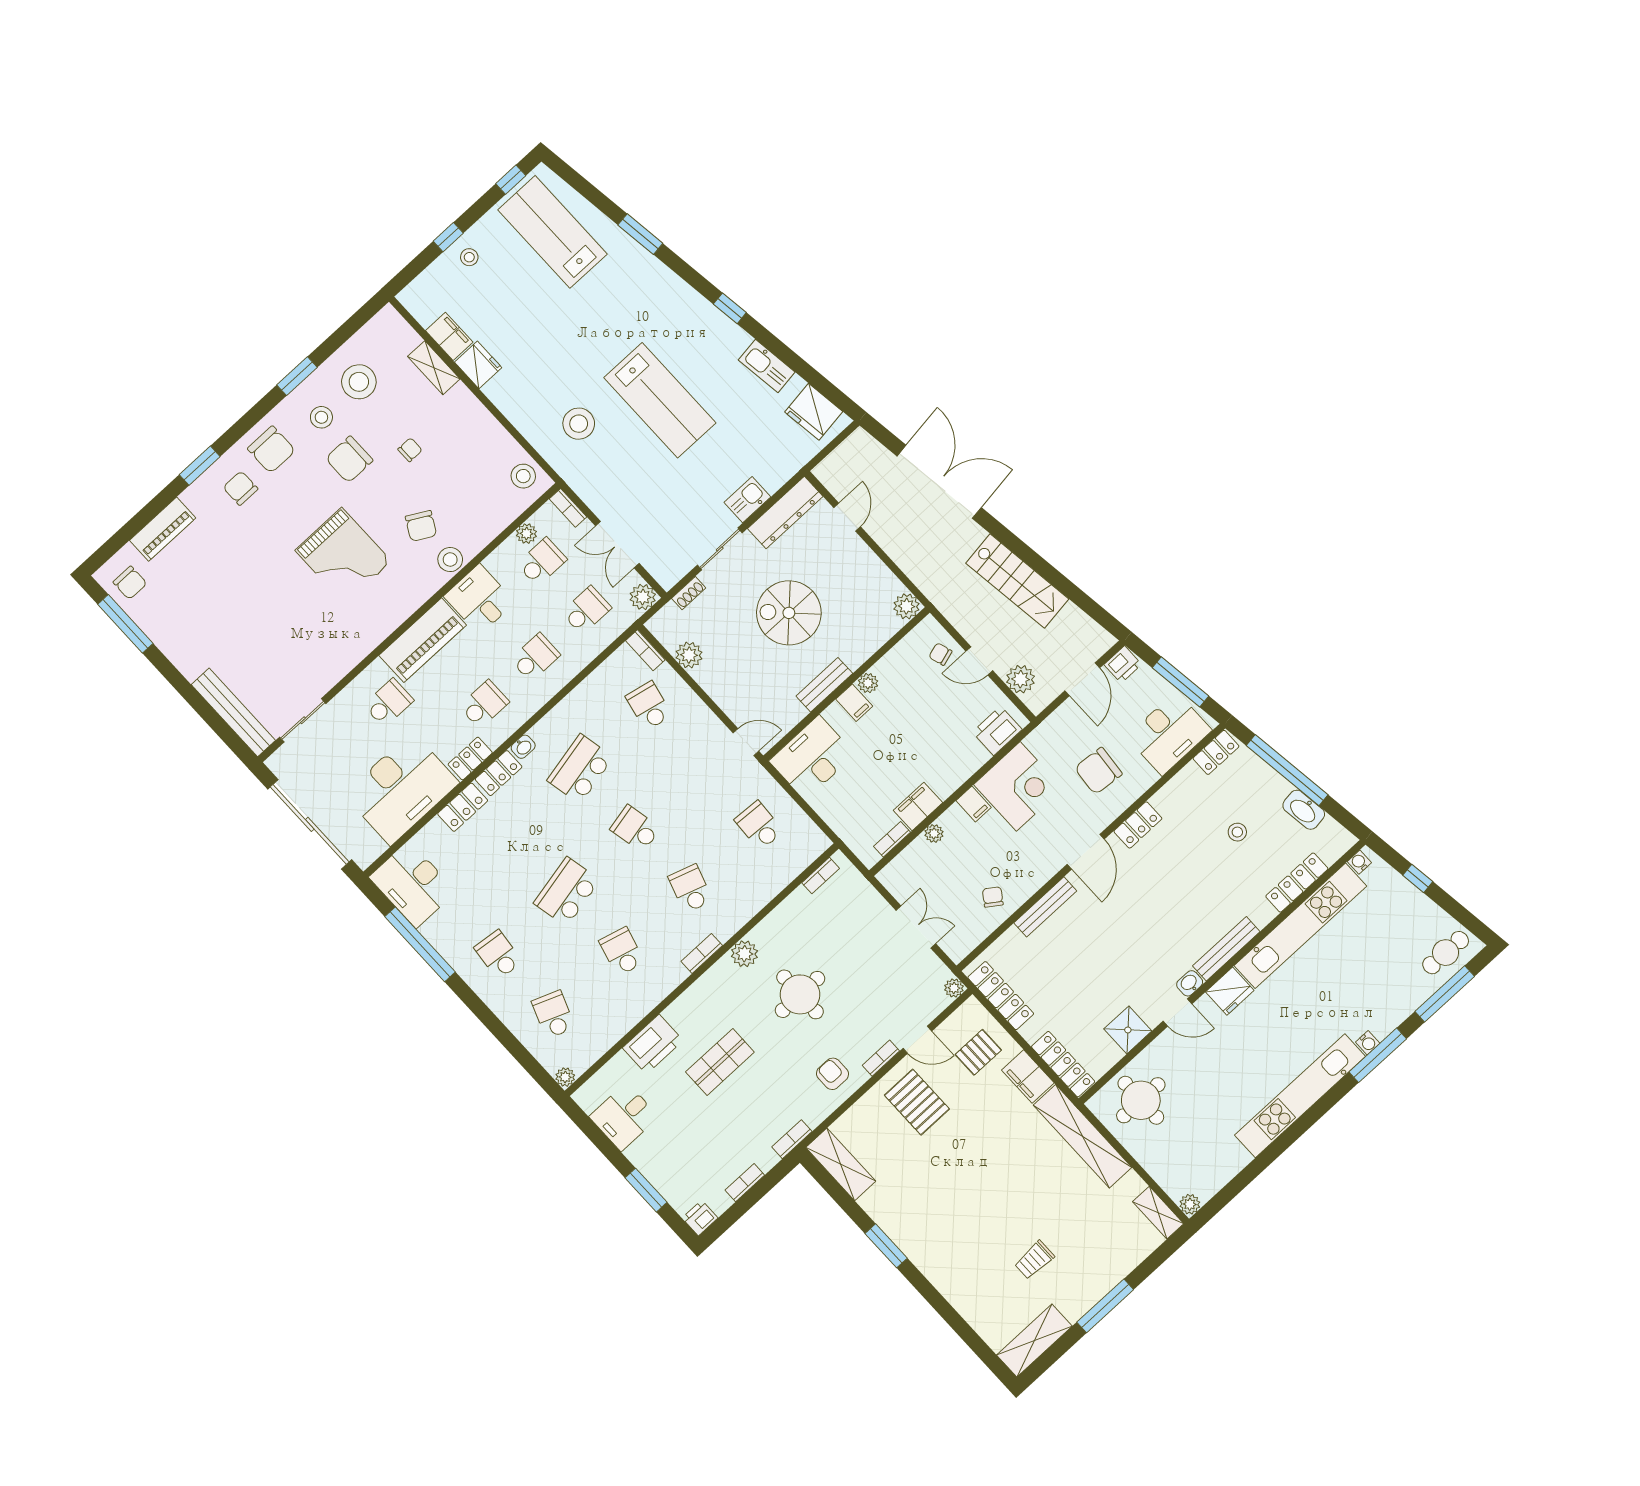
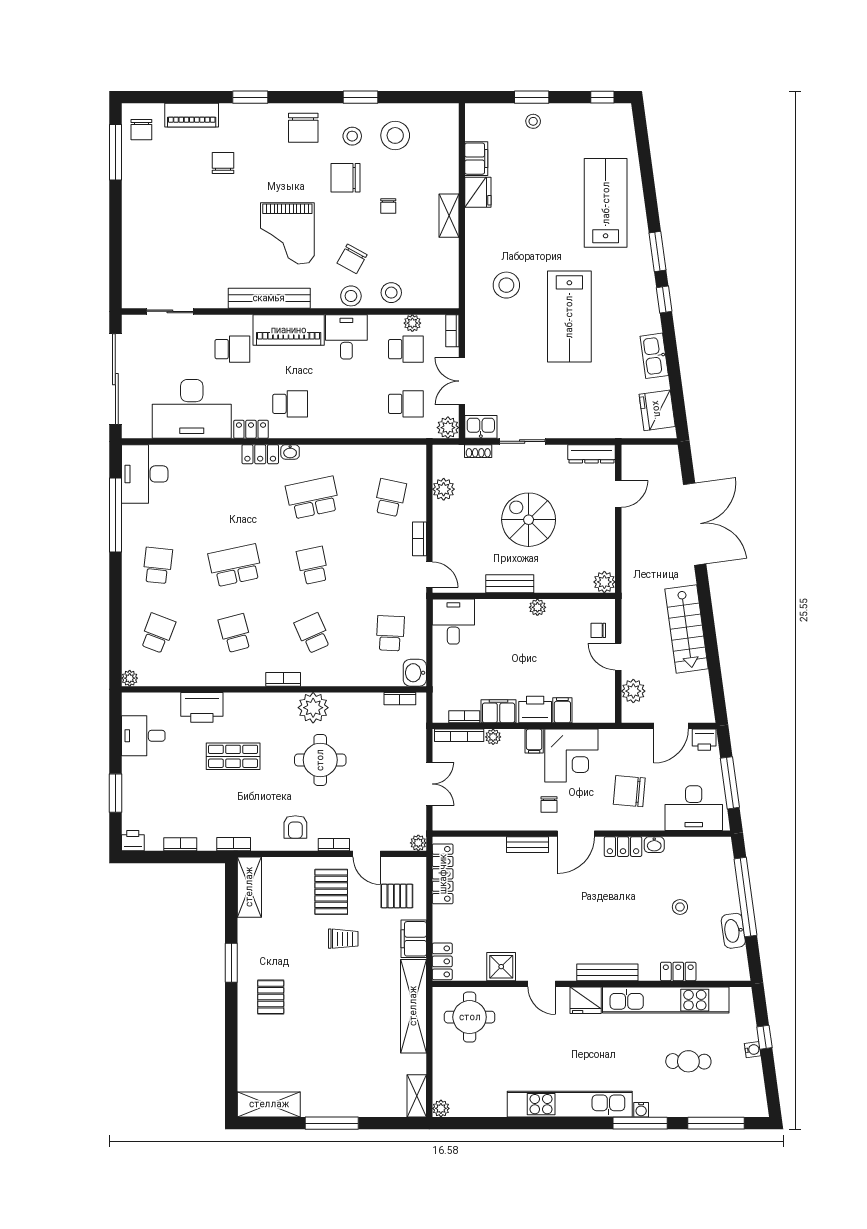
lab bench: (553, 232) -> (606, 203), moved
window: (640, 234) -> (658, 251), moved
window: (448, 237) -> (532, 97), width x1.50
shelving: (434, 368) -> (449, 216), moved
chair: (410, 450) -> (388, 206), turned 90
stool: (523, 476) -> (391, 293), moved
chair: (240, 488) -> (223, 163), moved
kitchen sink: (747, 500) -> (481, 427), moved
dresser: (785, 512) -> (592, 454), width x0.73, depth x0.80
bookcase: (645, 650) -> (419, 539), moved
chair: (940, 654) -> (598, 630), turned -73
school desk: (535, 657) -> (348, 404), removed
filing cabinet: (854, 703) -> (562, 710), moved, turned 180
bench: (233, 712) -> (269, 298), moved, turned 90
printer: (997, 731) -> (535, 709), moved
locker: (1216, 752) -> (712, 846), removed
desk: (812, 758) -> (453, 622), width x0.73
locker: (463, 807) -> (219, 455), removed
washbasin: (813, 841) -> (415, 673), added
bookcase: (903, 860) -> (459, 735), added
water cooler: (1359, 862) -> (753, 1050), moved, turned 82
locker: (1297, 883) -> (678, 972), width x0.66
school desk: (690, 889) -> (313, 633), turned -42
chair: (993, 897) -> (549, 805), moved, turned 145
bench: (1045, 907) -> (528, 845), width x0.73
school desk: (622, 952) -> (235, 633), turned -30
cafe table: (1446, 953) -> (688, 1061), moved
plant: (744, 954) -> (313, 708), width x1.36, depth x1.36
washbasin: (1190, 983) -> (654, 845), moved, turned 180
locker: (1063, 1064) -> (442, 961), width x0.66
armchair: (832, 1074) -> (295, 827), turned 180
pallet: (949, 1244) -> (271, 997), added
trolley: (1034, 1260) -> (343, 939), moved, turned 180

